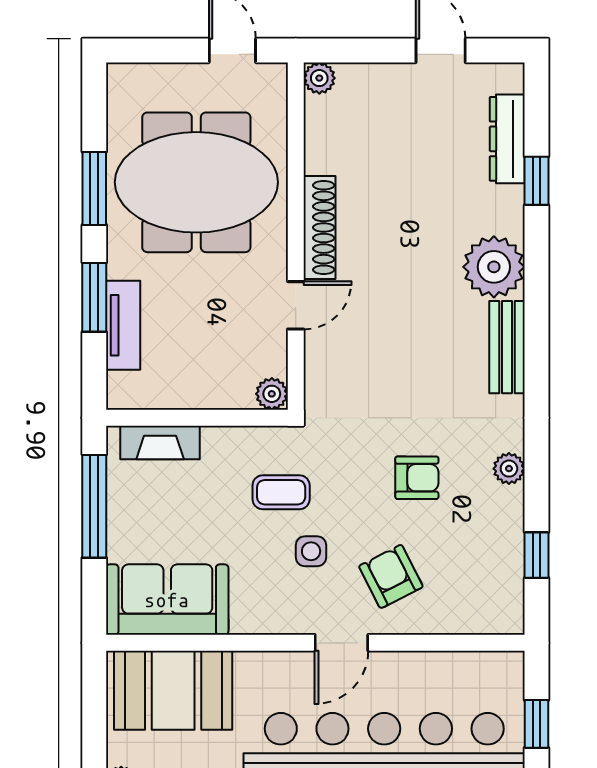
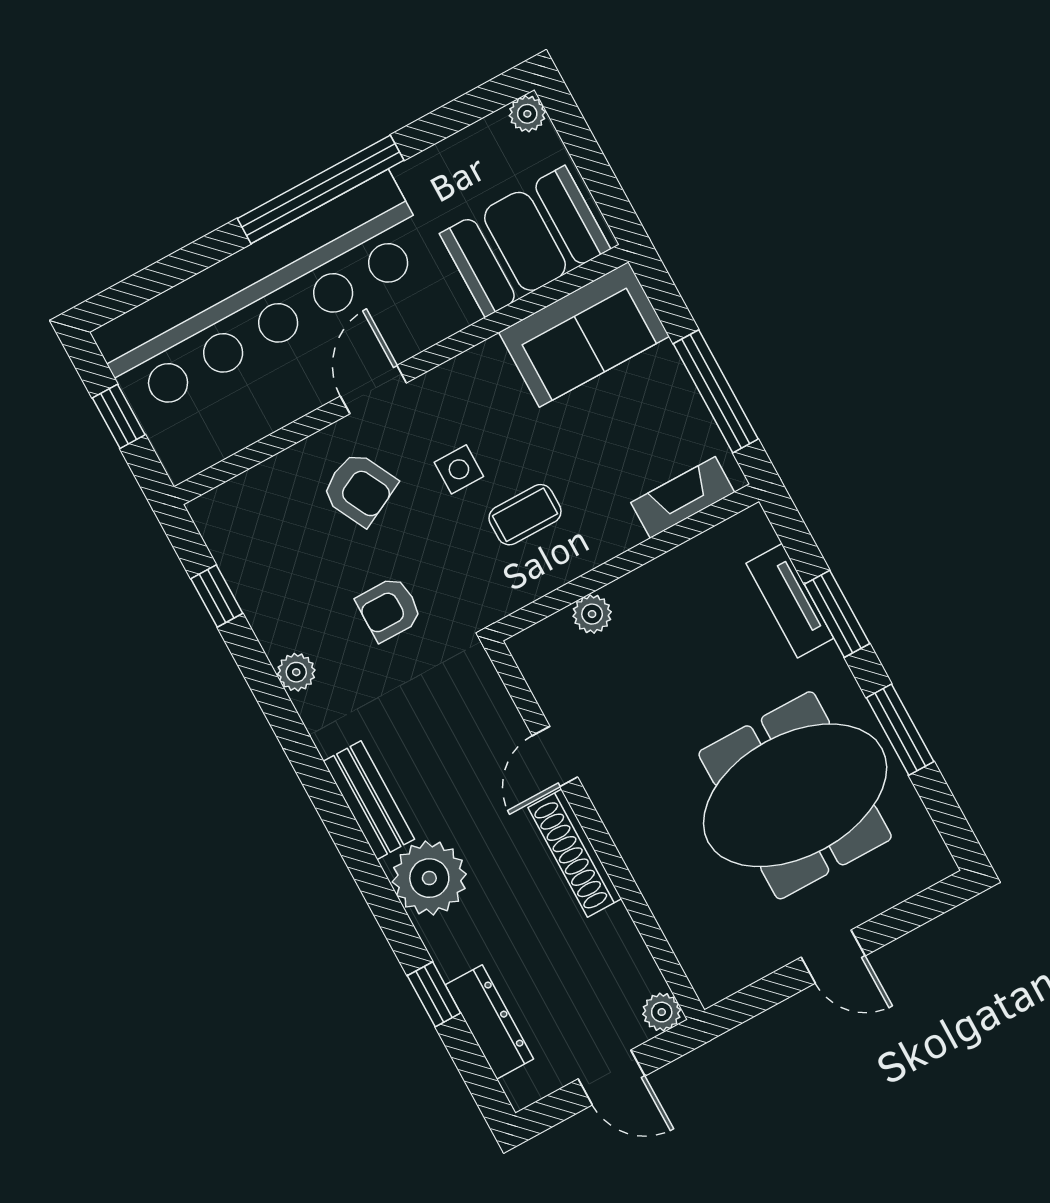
plant: (319, 78) -> (662, 1012), moved
shoe rack: (319, 227) -> (575, 853), moved
wall: (296, 236) -> (595, 830), moved
door: (296, 305) -> (555, 756), moved

